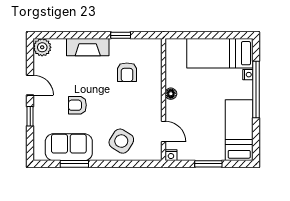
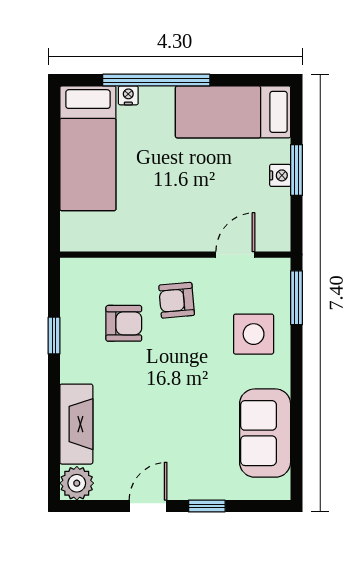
fireplace: (88, 47) -> (76, 424), moved
floor lamp: (171, 94) -> (164, 241), removed
armchair: (77, 105) -> (177, 300), moved, turned 85
side table: (121, 141) -> (254, 334), turned -32
nightstand: (171, 155) -> (280, 175), moved
window: (74, 164) -> (297, 298), moved

